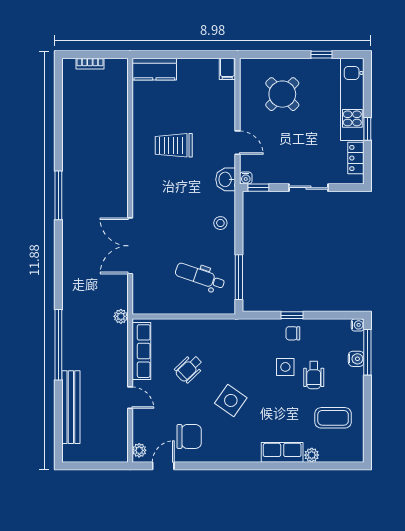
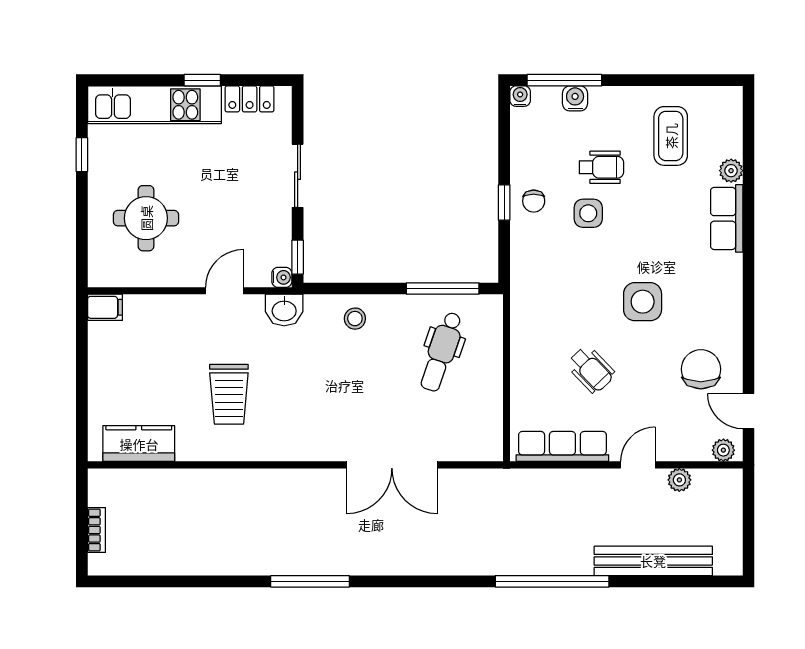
kitchen counter: (154, 69) -> (139, 444), moved, turned -90
round table: (282, 94) -> (146, 218), turned 45
plant: (121, 316) -> (679, 480), moved
side table: (231, 400) -> (643, 302), turned -35

